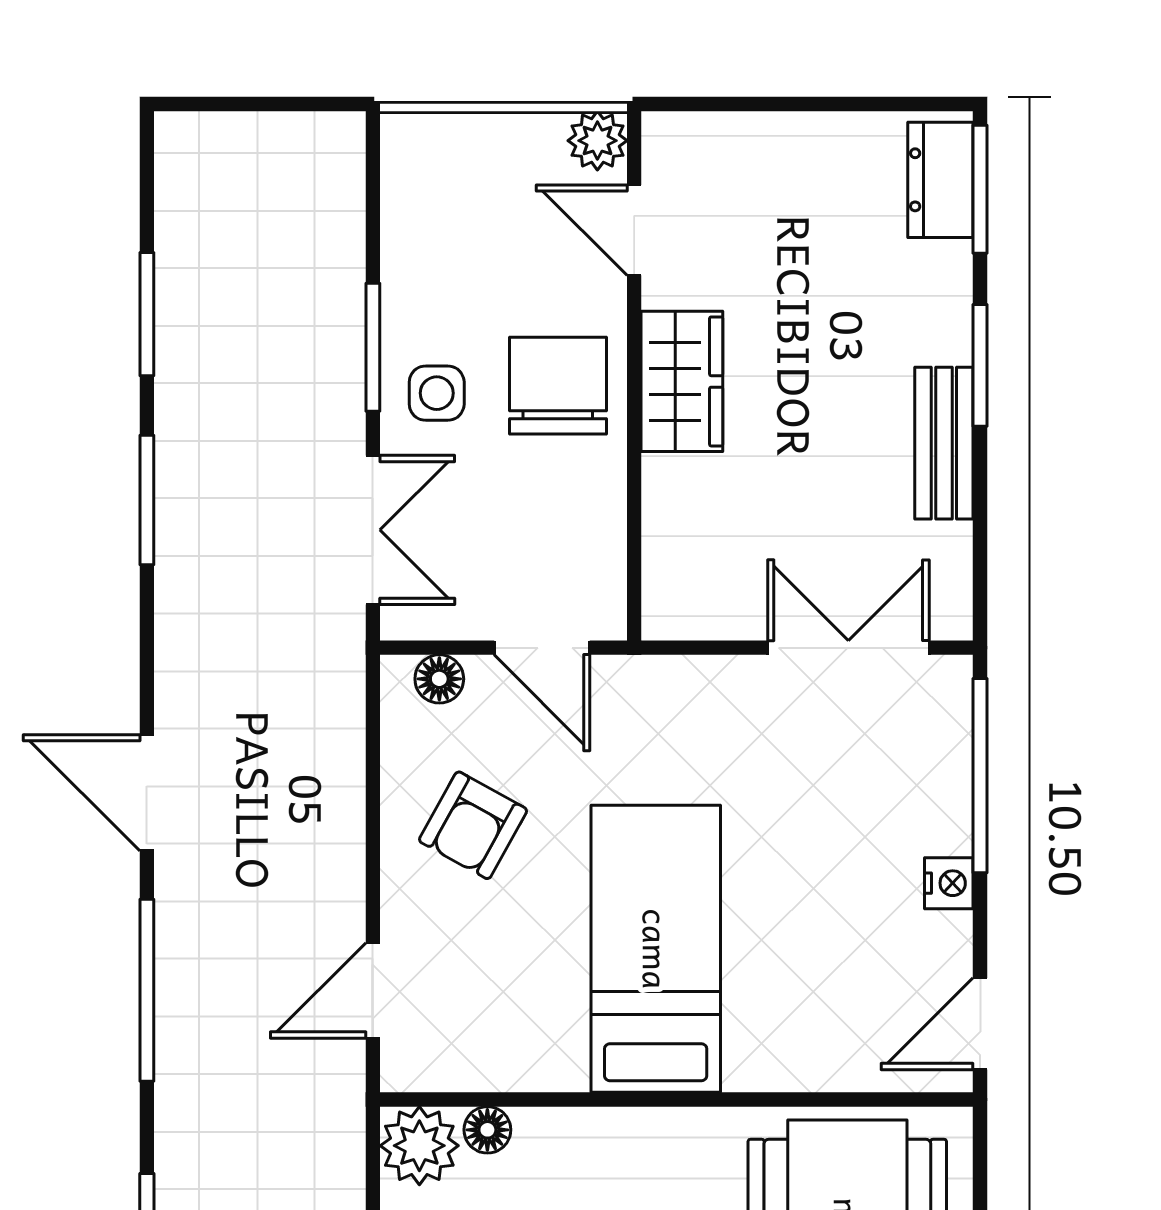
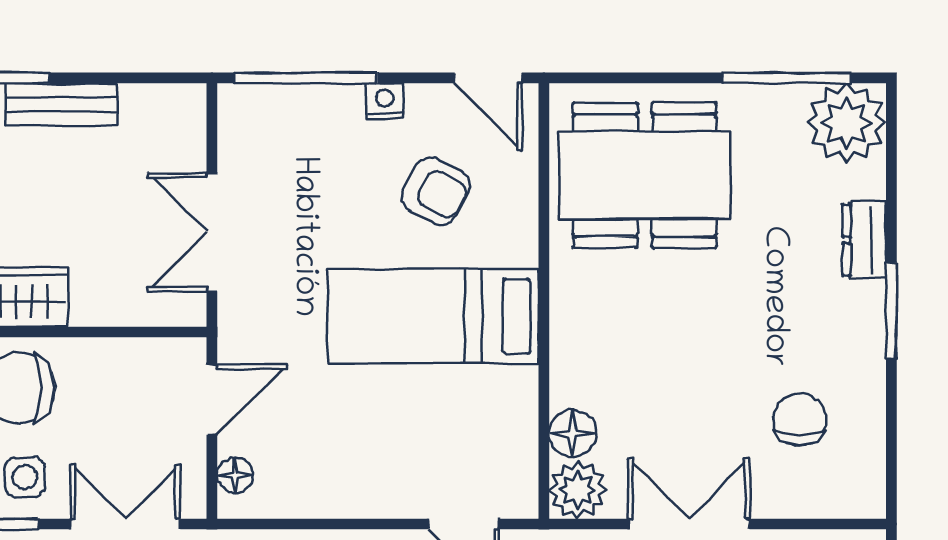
double door: (848, 648) -> (212, 232), moved
armchair: (473, 825) -> (436, 191), moved
floor lamp: (487, 1130) -> (573, 433), width x1.37, depth x1.37

